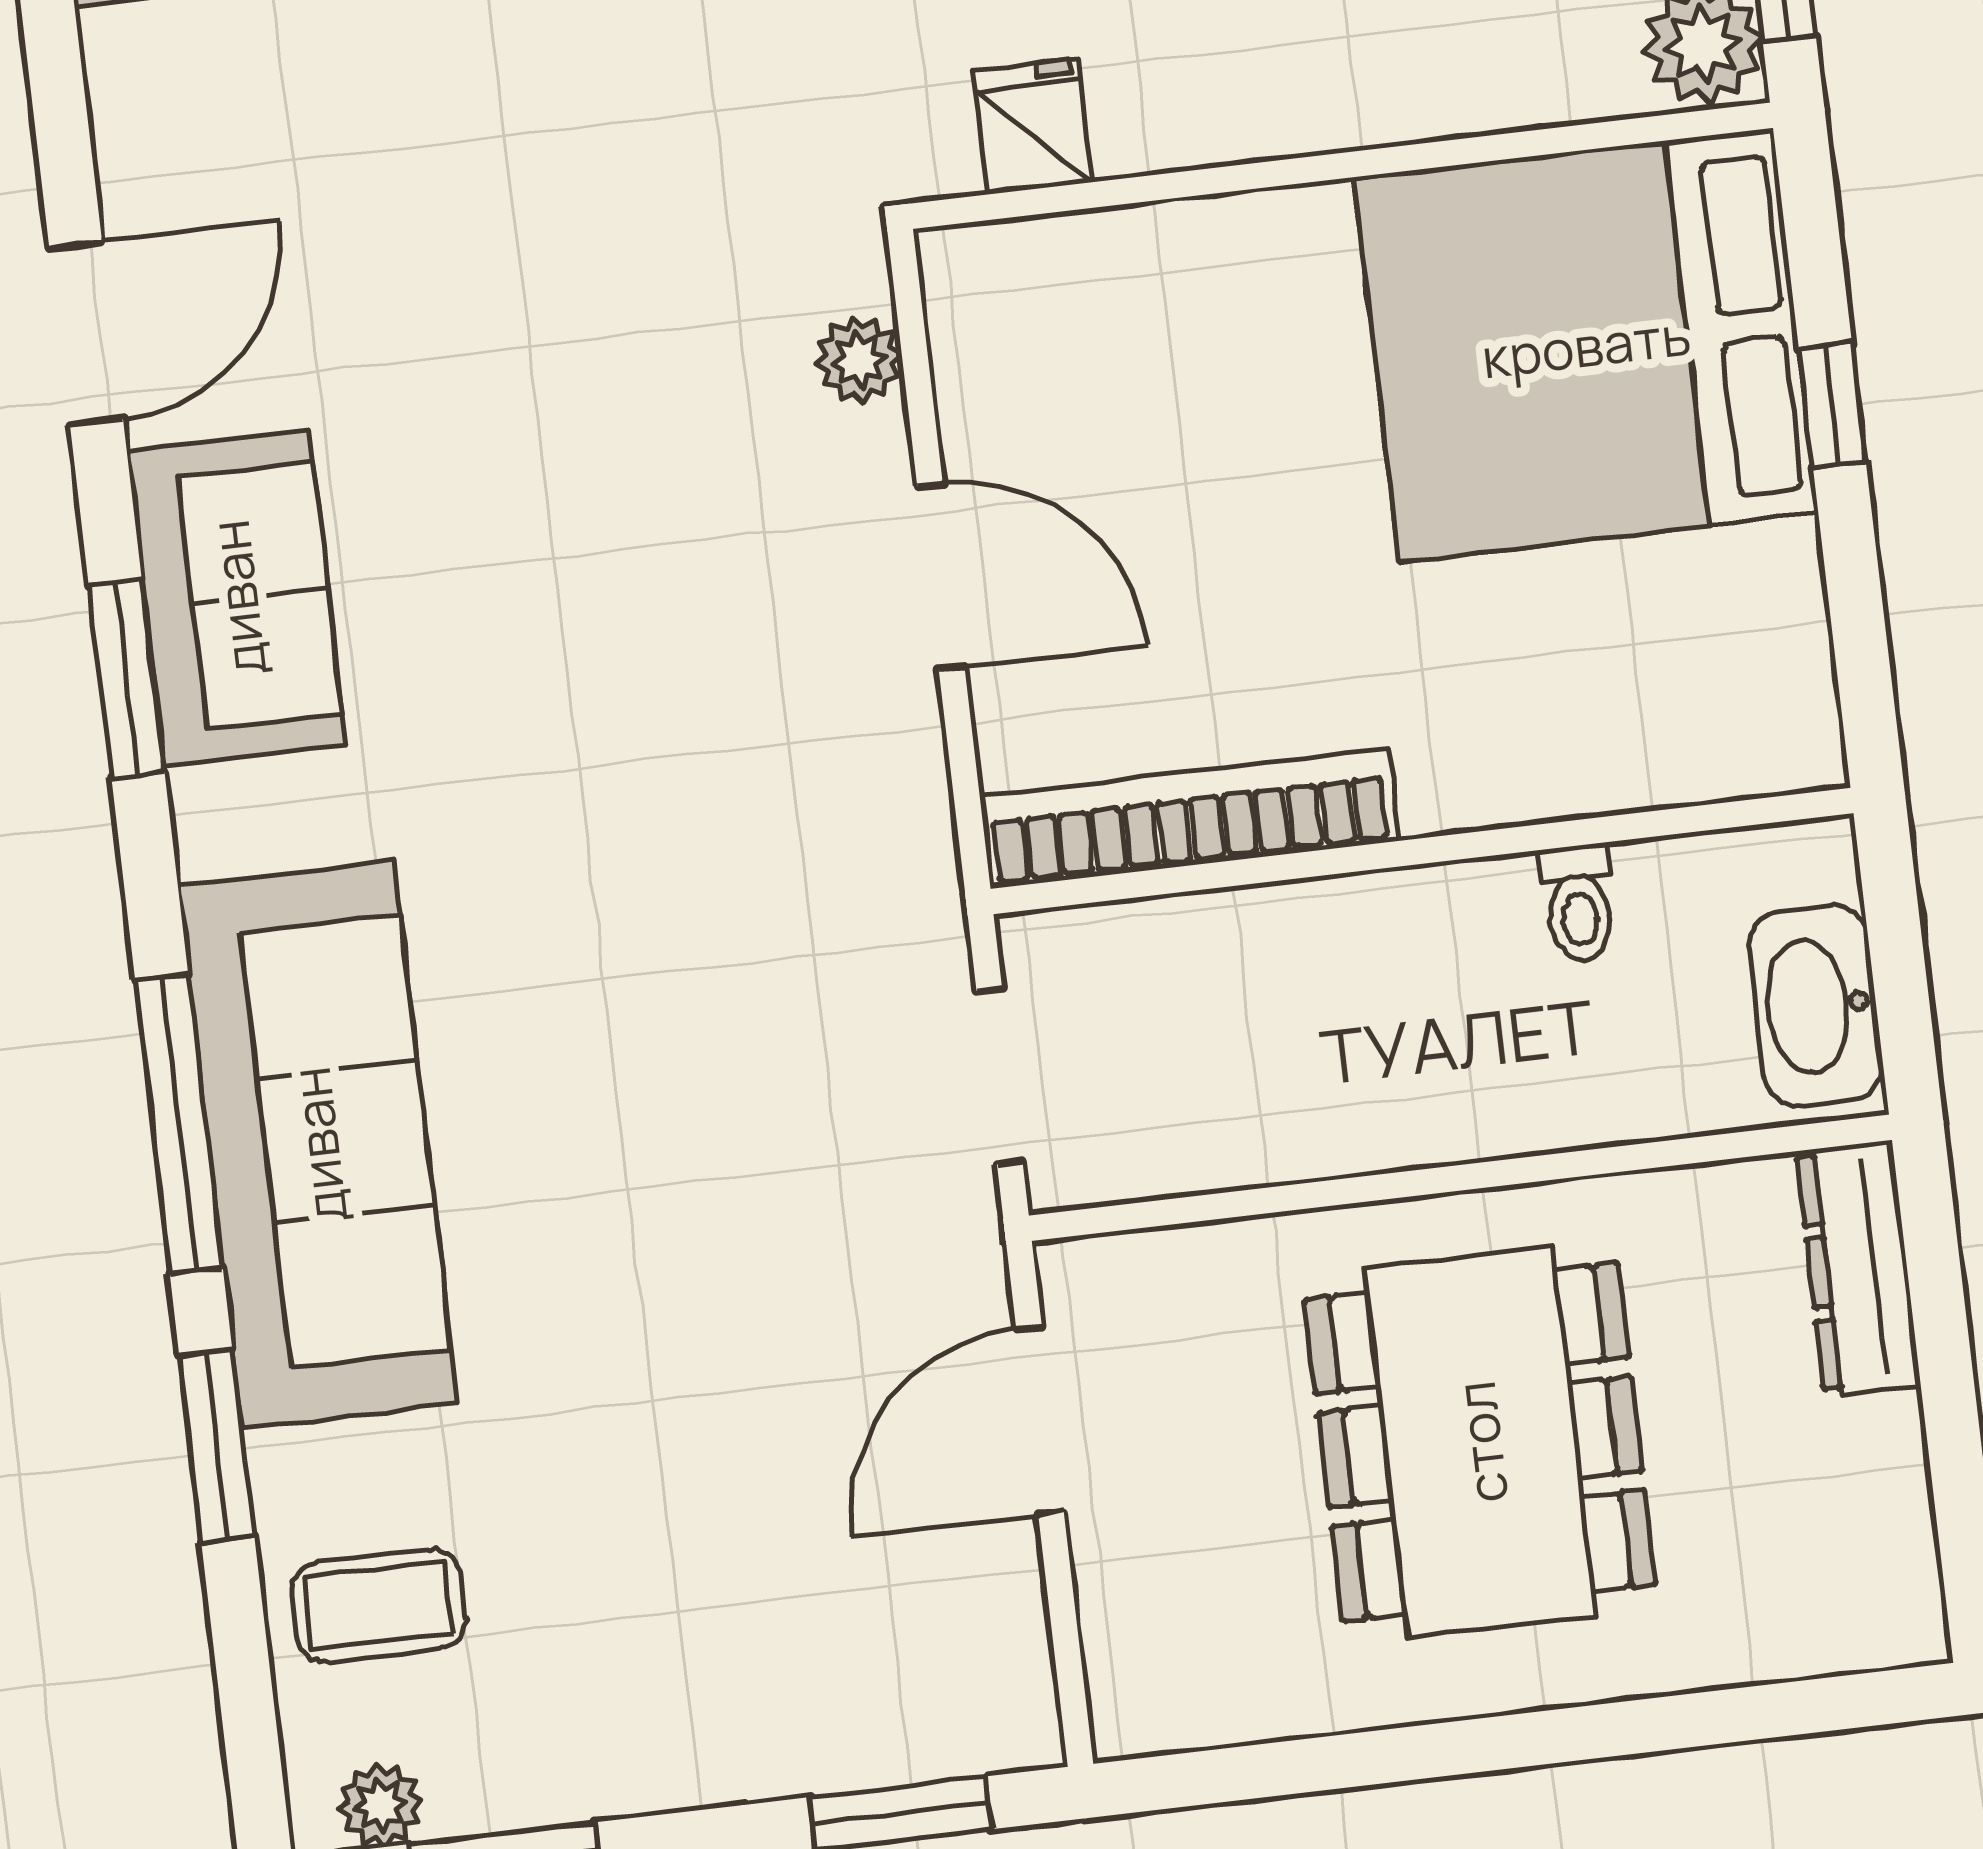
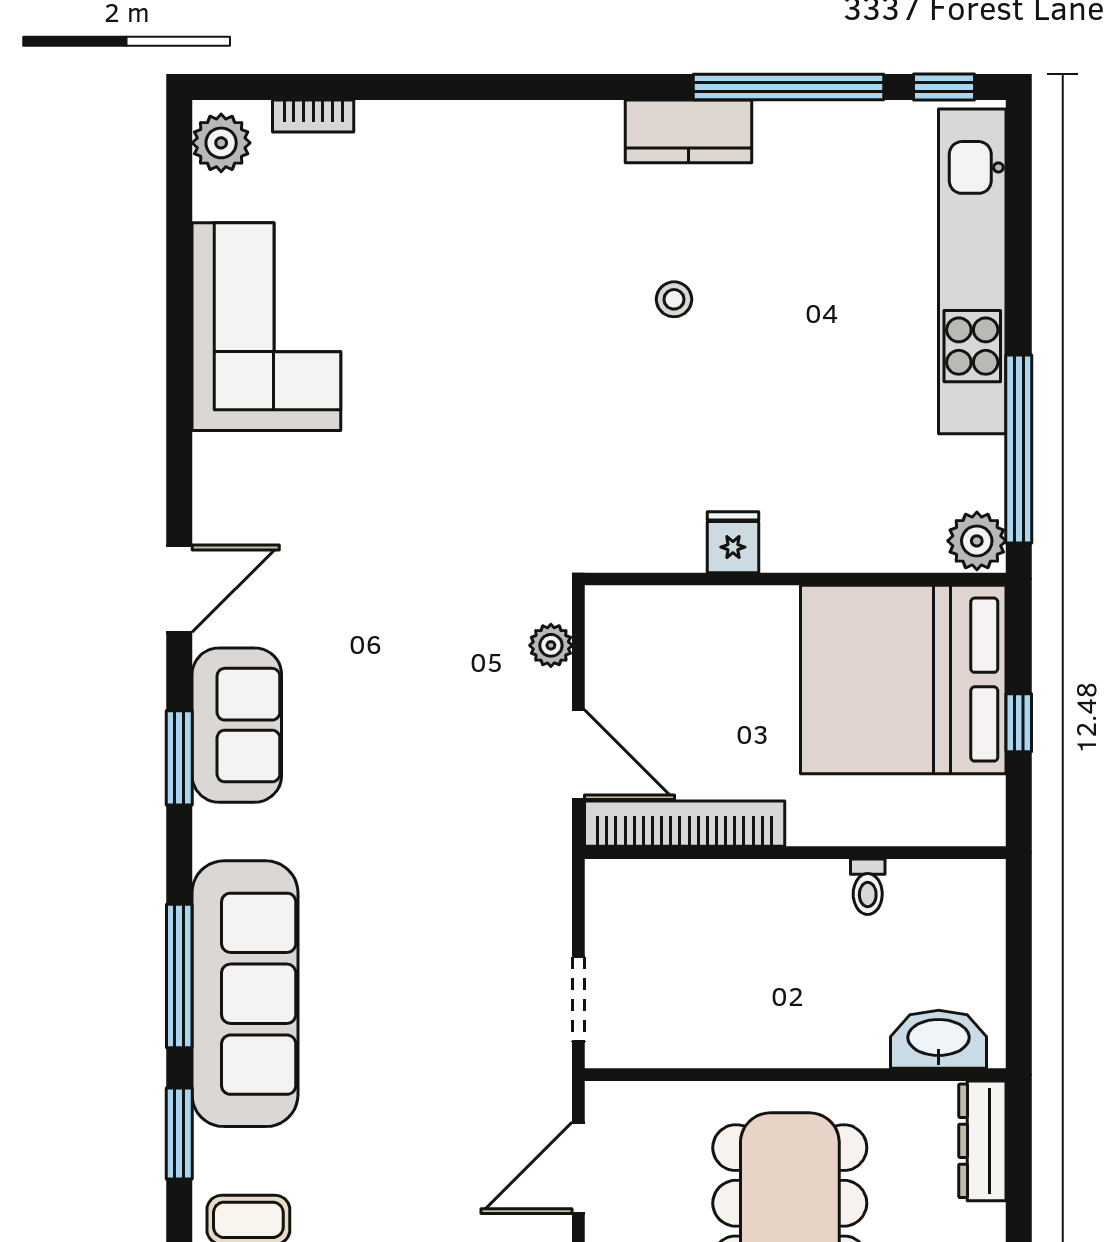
fridge: (1033, 126) -> (733, 542), moved
bookcase: (1189, 819) -> (685, 824), moved
wall: (1422, 851) -> (795, 853), moved
toilet: (1578, 903) -> (868, 887), moved
washbasin: (1816, 1006) -> (939, 1039), moved, turned 90

